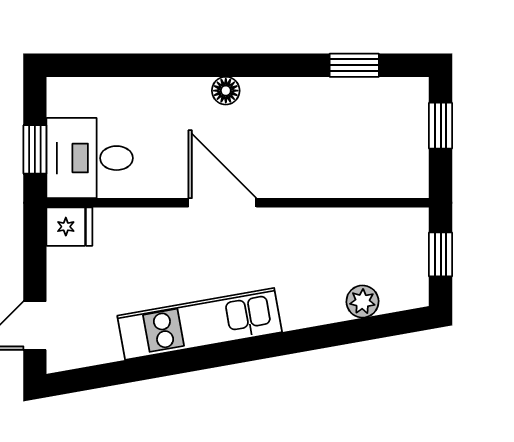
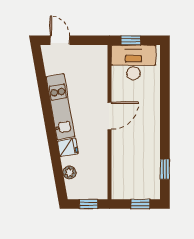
floor lamp: (226, 91) -> (155, 117), removed
desk: (90, 158) -> (133, 62), width x1.37
fridge: (69, 227) -> (68, 147), moved, turned -100

